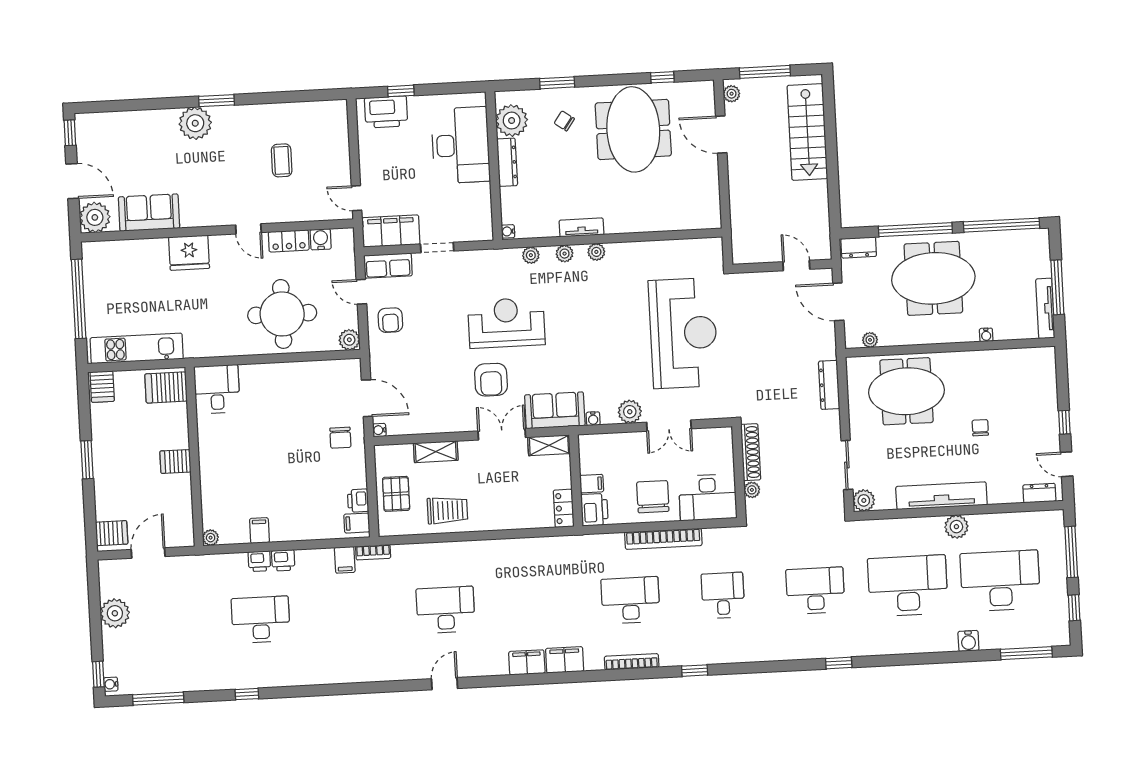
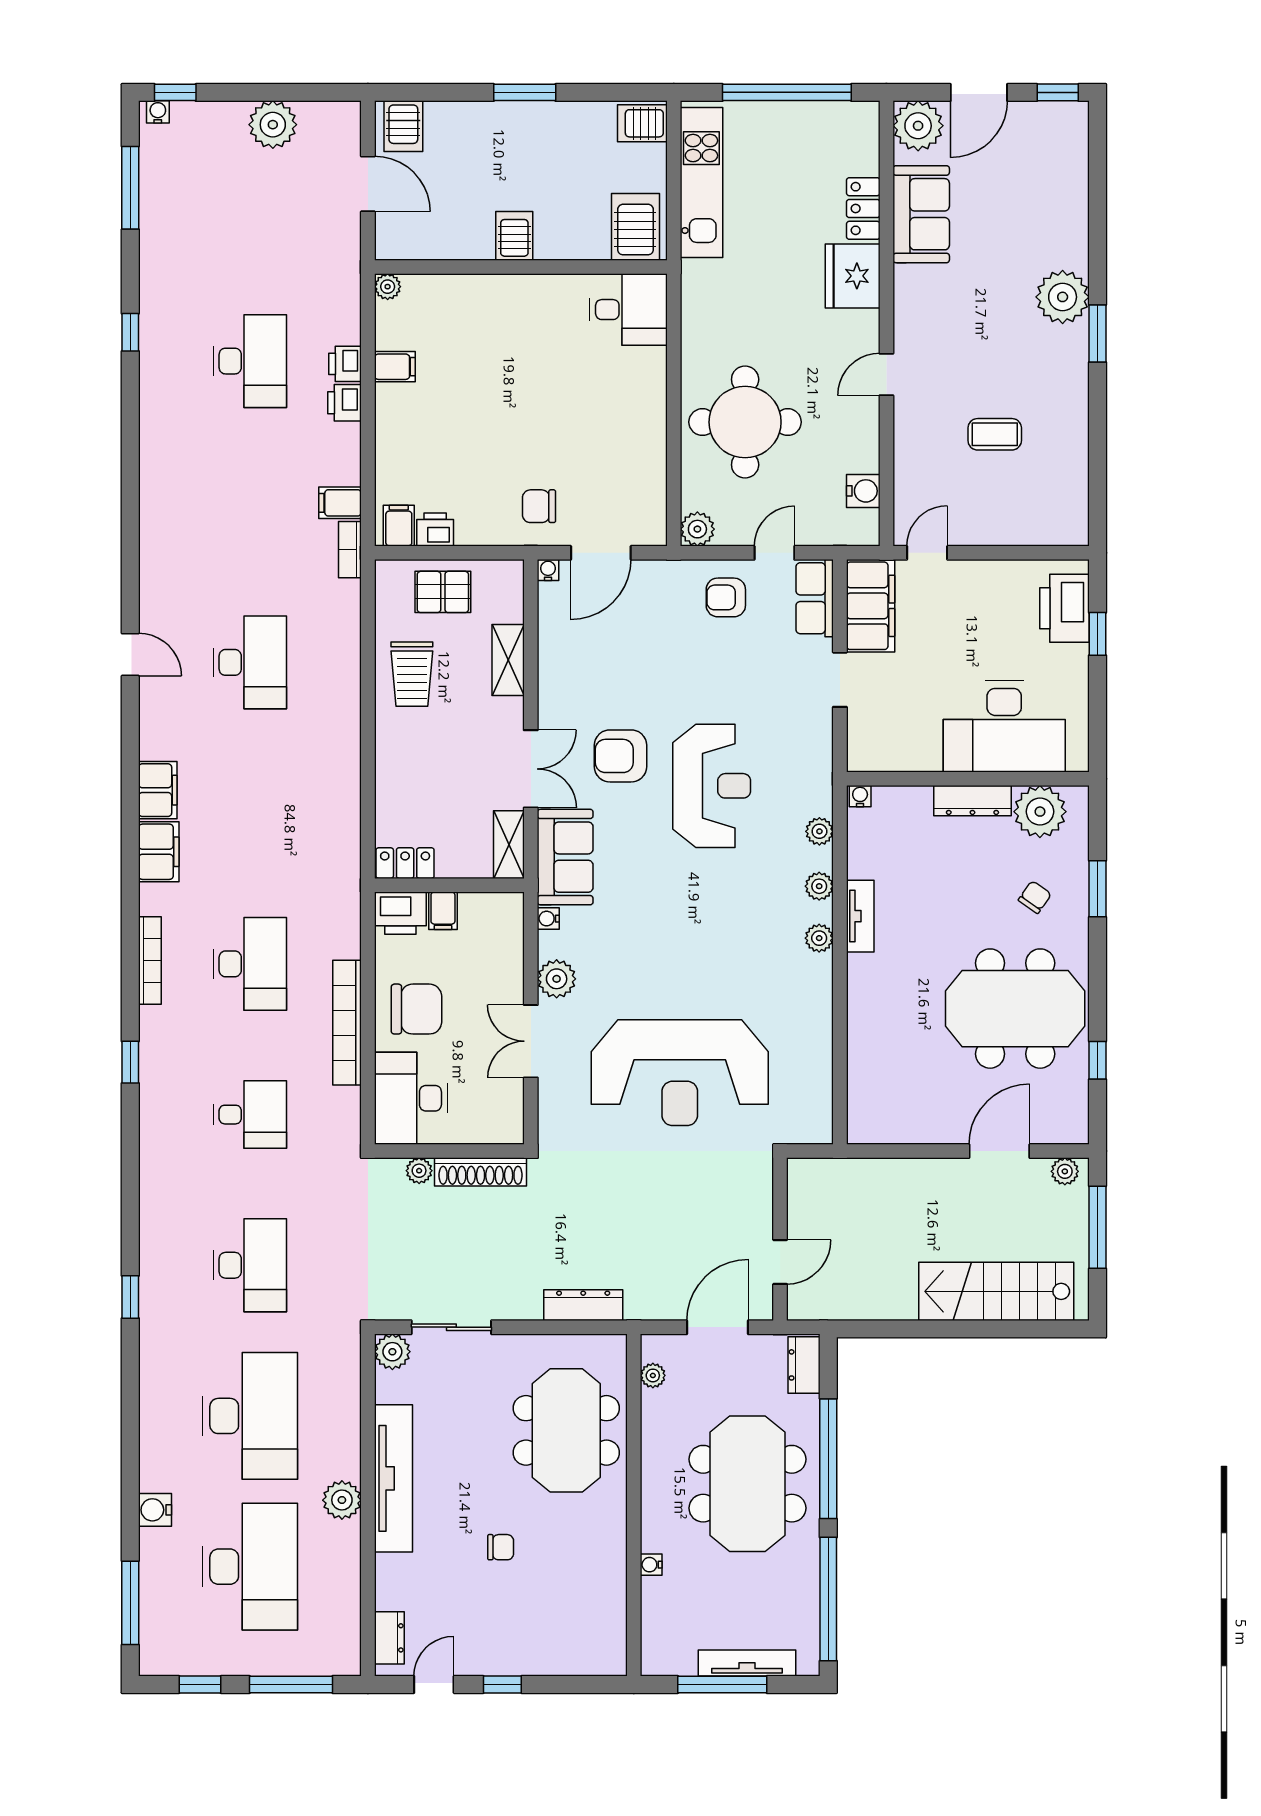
locker: (289, 241) -> (863, 209), moved
tv unit: (1045, 308) -> (747, 1663), moved

